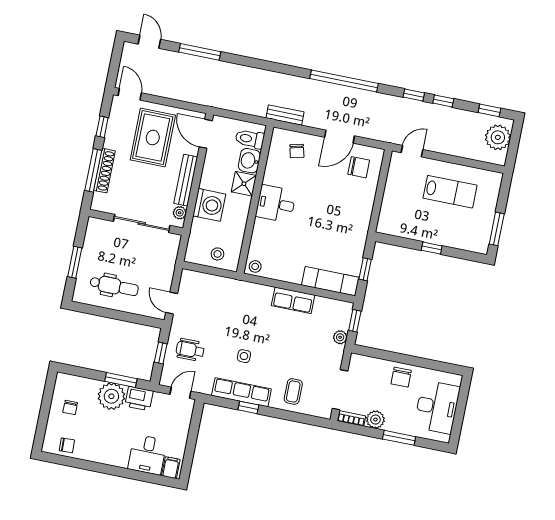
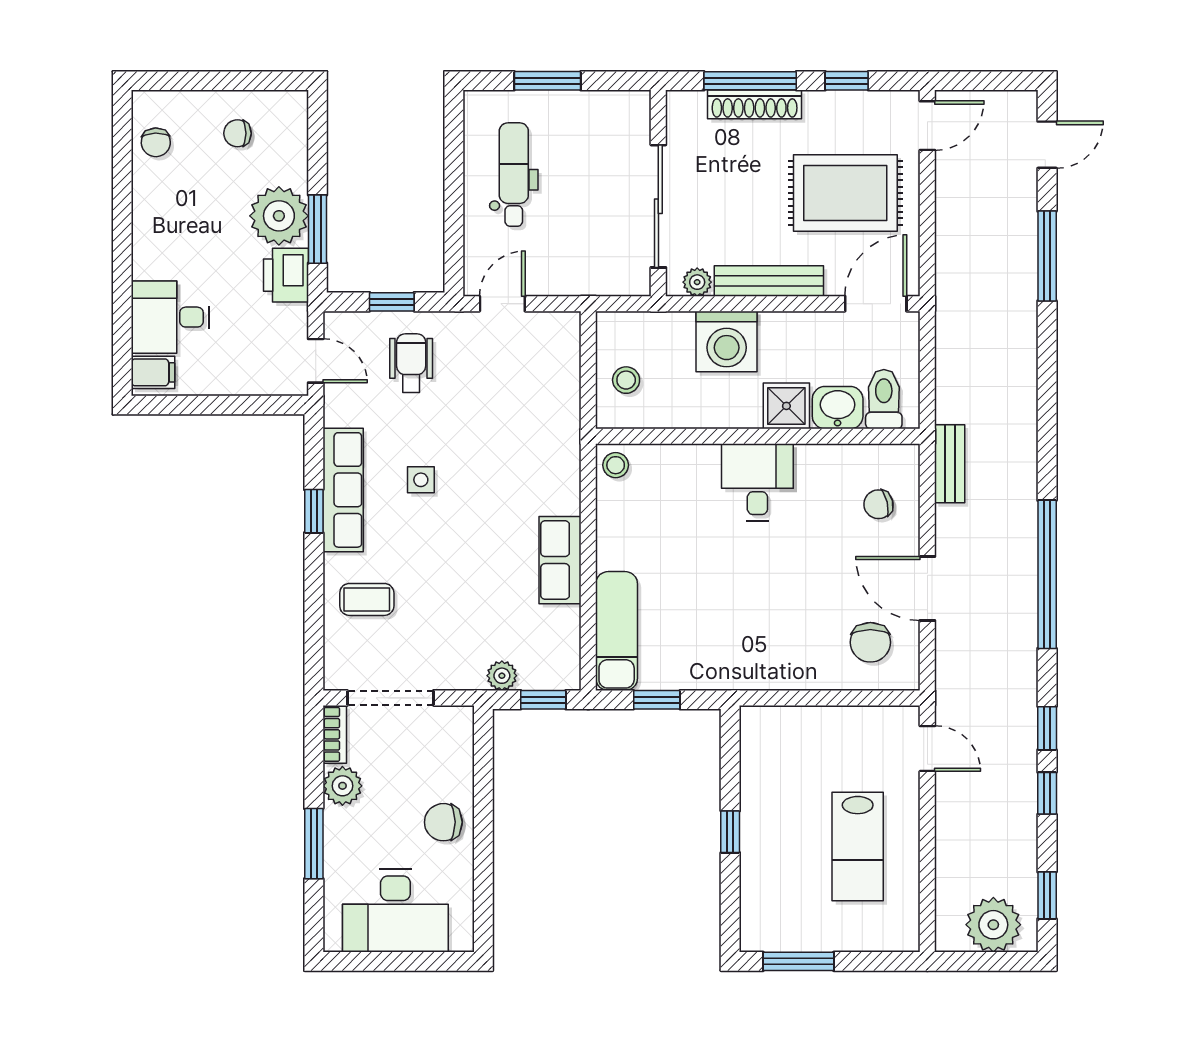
dental chair: (114, 286) -> (514, 175), turned 180

